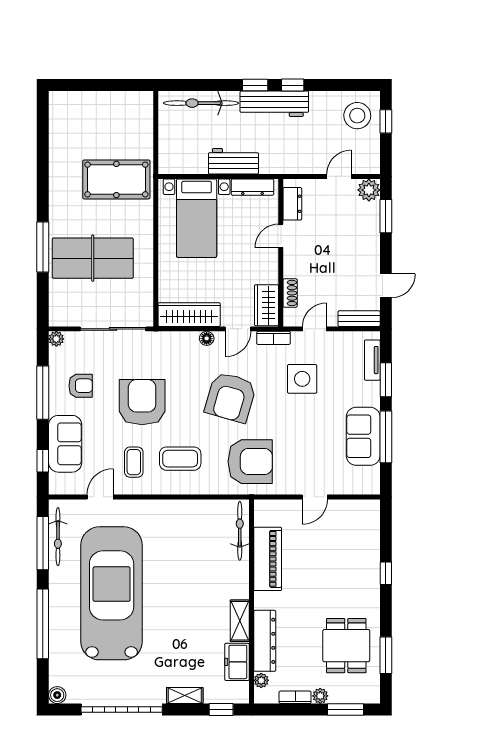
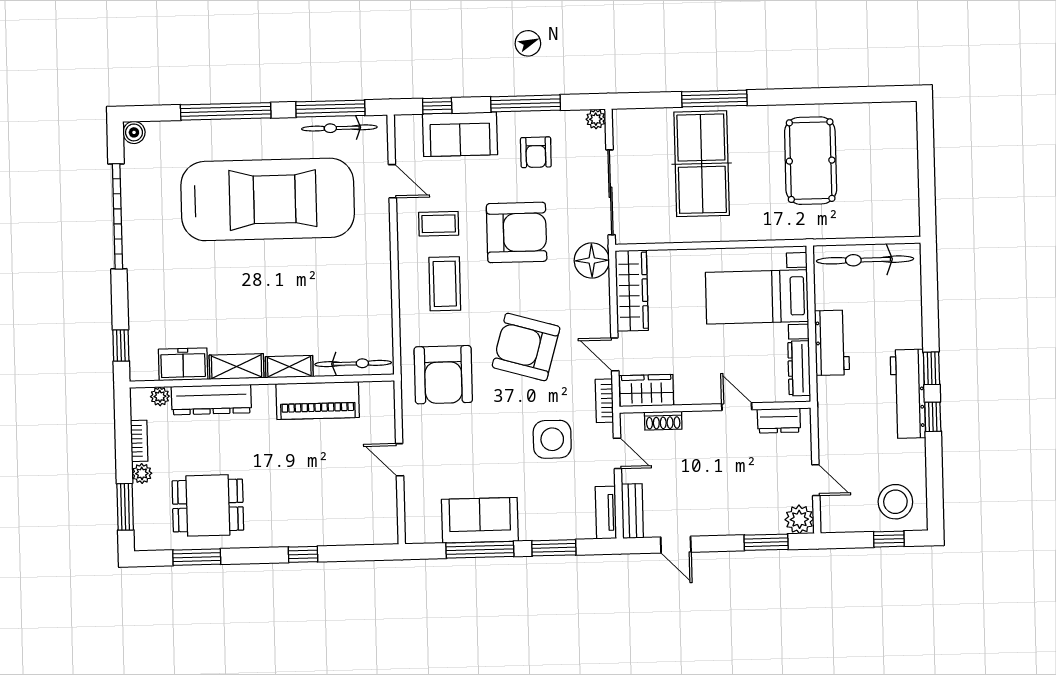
bicycle: (201, 103) -> (865, 260), moved, turned -90
pool table: (116, 179) -> (811, 161), moved
floor lamp: (207, 338) -> (592, 260), moved, width x1.89, depth x1.89
tv unit: (372, 360) -> (606, 513), moved, turned -90
shelving: (185, 695) -> (289, 367), moved, turned 90

